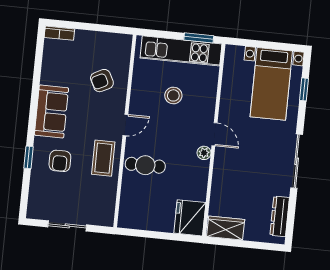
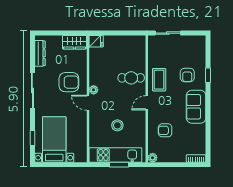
window: (199, 38) -> (119, 165), moved
plant: (125, 41) -> (153, 158), added
armchair: (102, 81) -> (165, 130), turned -153
armchair: (60, 161) -> (187, 75), turned 180
armchair: (240, 168) -> (69, 82), added
fridge: (190, 218) -> (96, 41), width x0.53, depth x0.75
sliding door: (67, 226) -> (168, 33), moved

